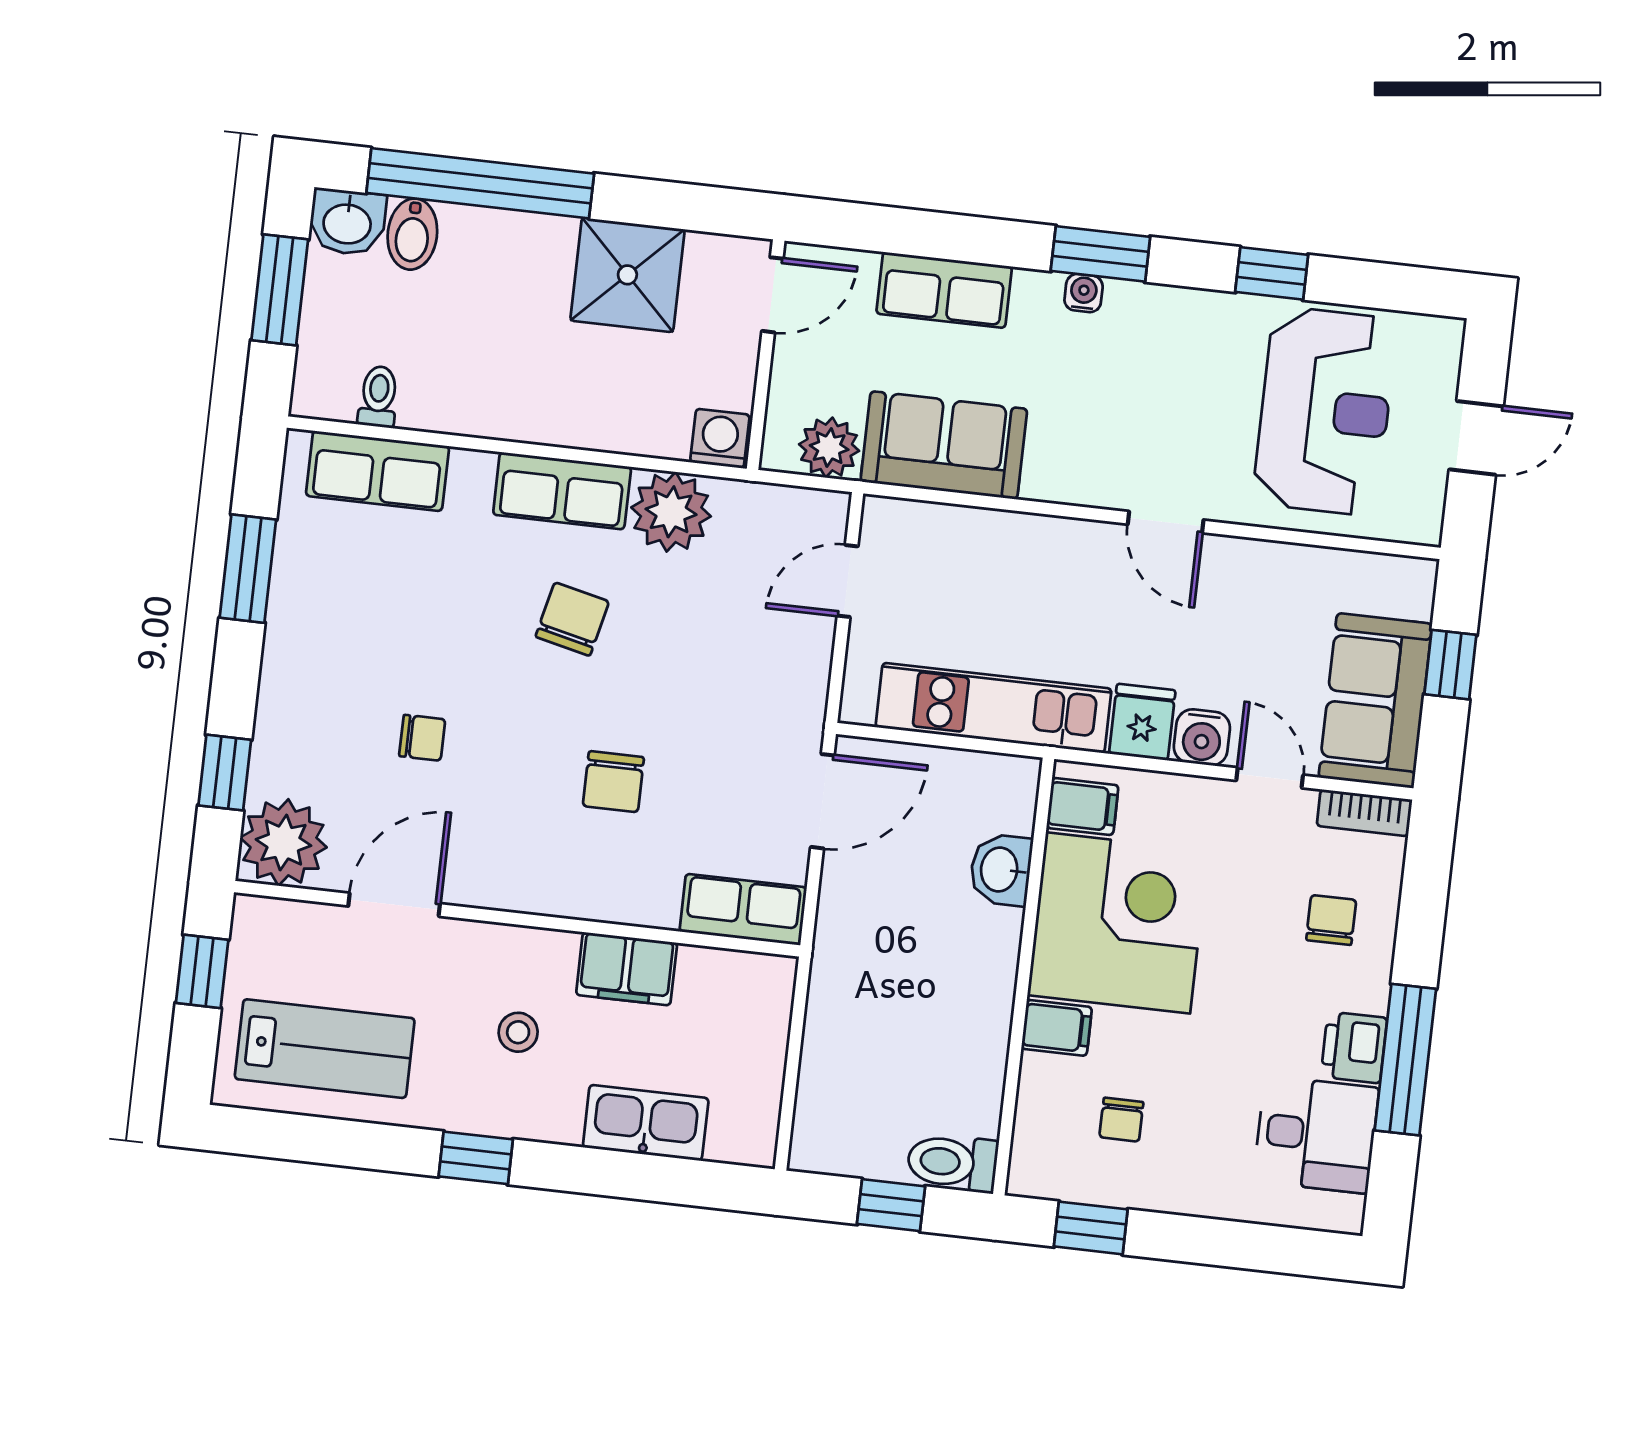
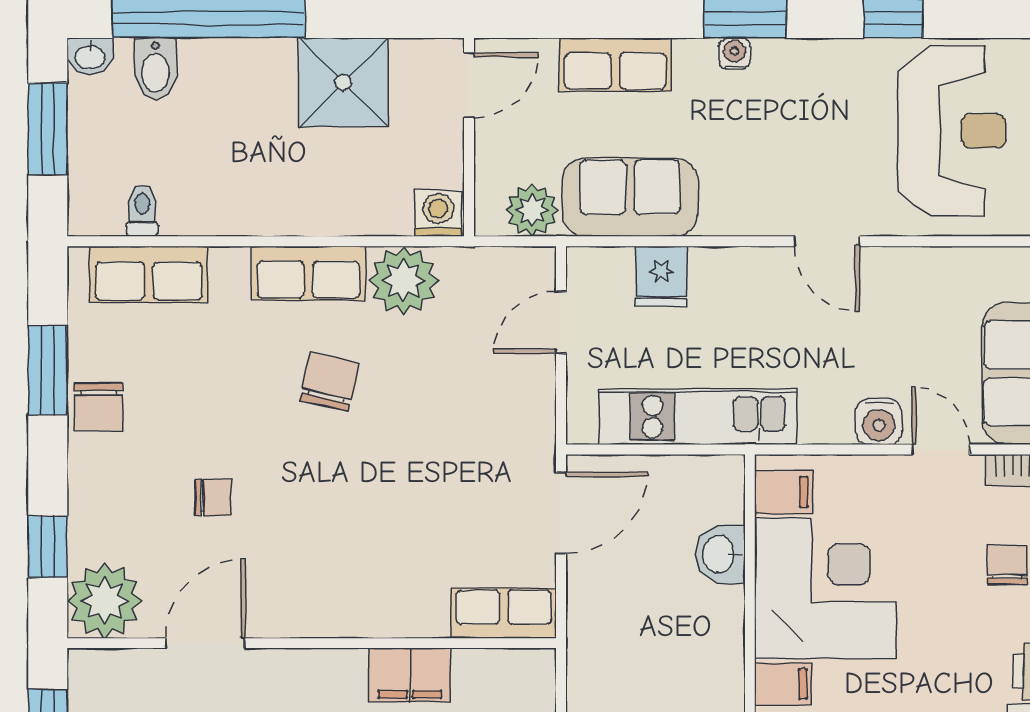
washbasin: (347, 222) -> (90, 56), width x0.72, depth x0.69
fridge: (1142, 722) -> (661, 276), moved, turned 180
chair: (613, 782) -> (98, 407), moved

